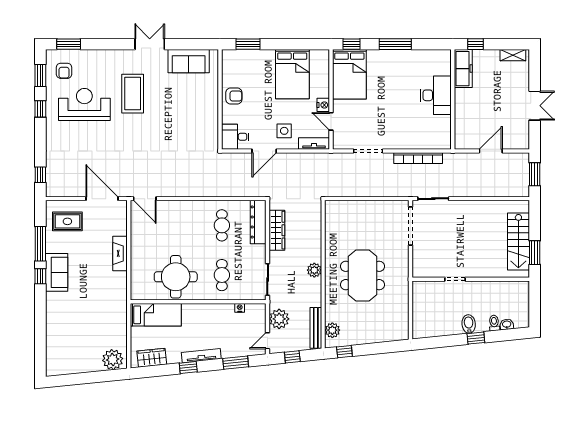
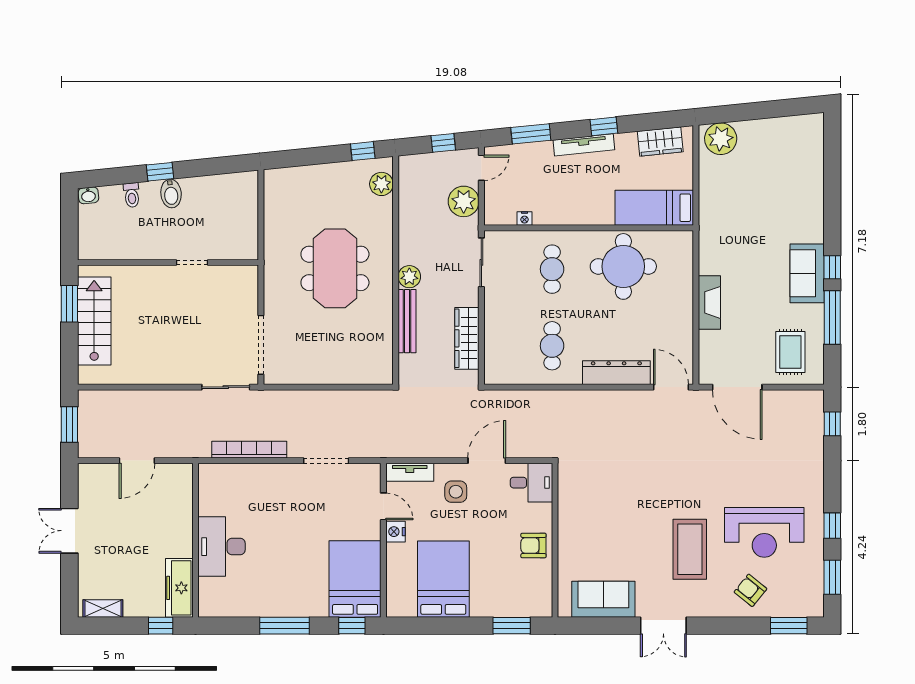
armchair: (64, 71) -> (750, 590), moved, turned -51
rug: (67, 221) -> (790, 352), turned 90
dresser: (258, 222) -> (616, 373), moved, turned -90
washbasin: (507, 324) -> (88, 195), moved
bench: (316, 328) -> (407, 321), moved

